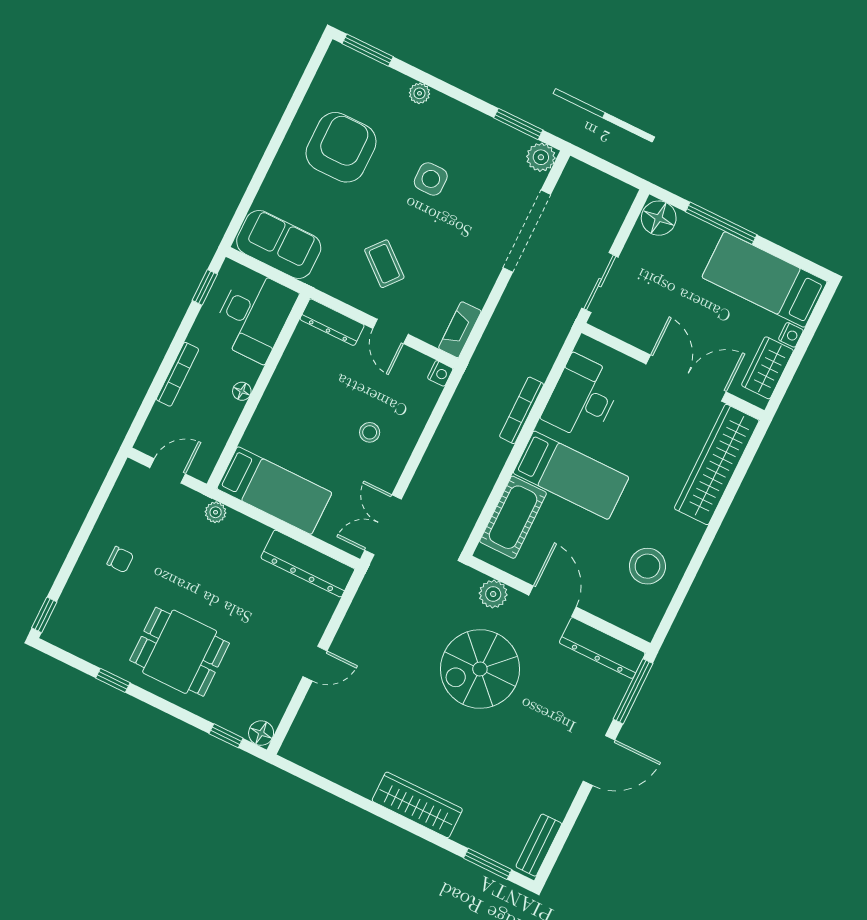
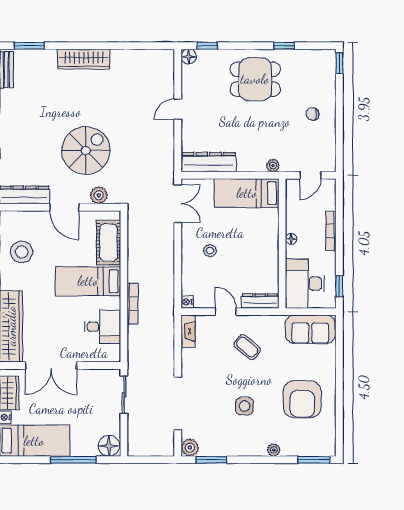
desk: (582, 398) -> (103, 327), width x0.73

